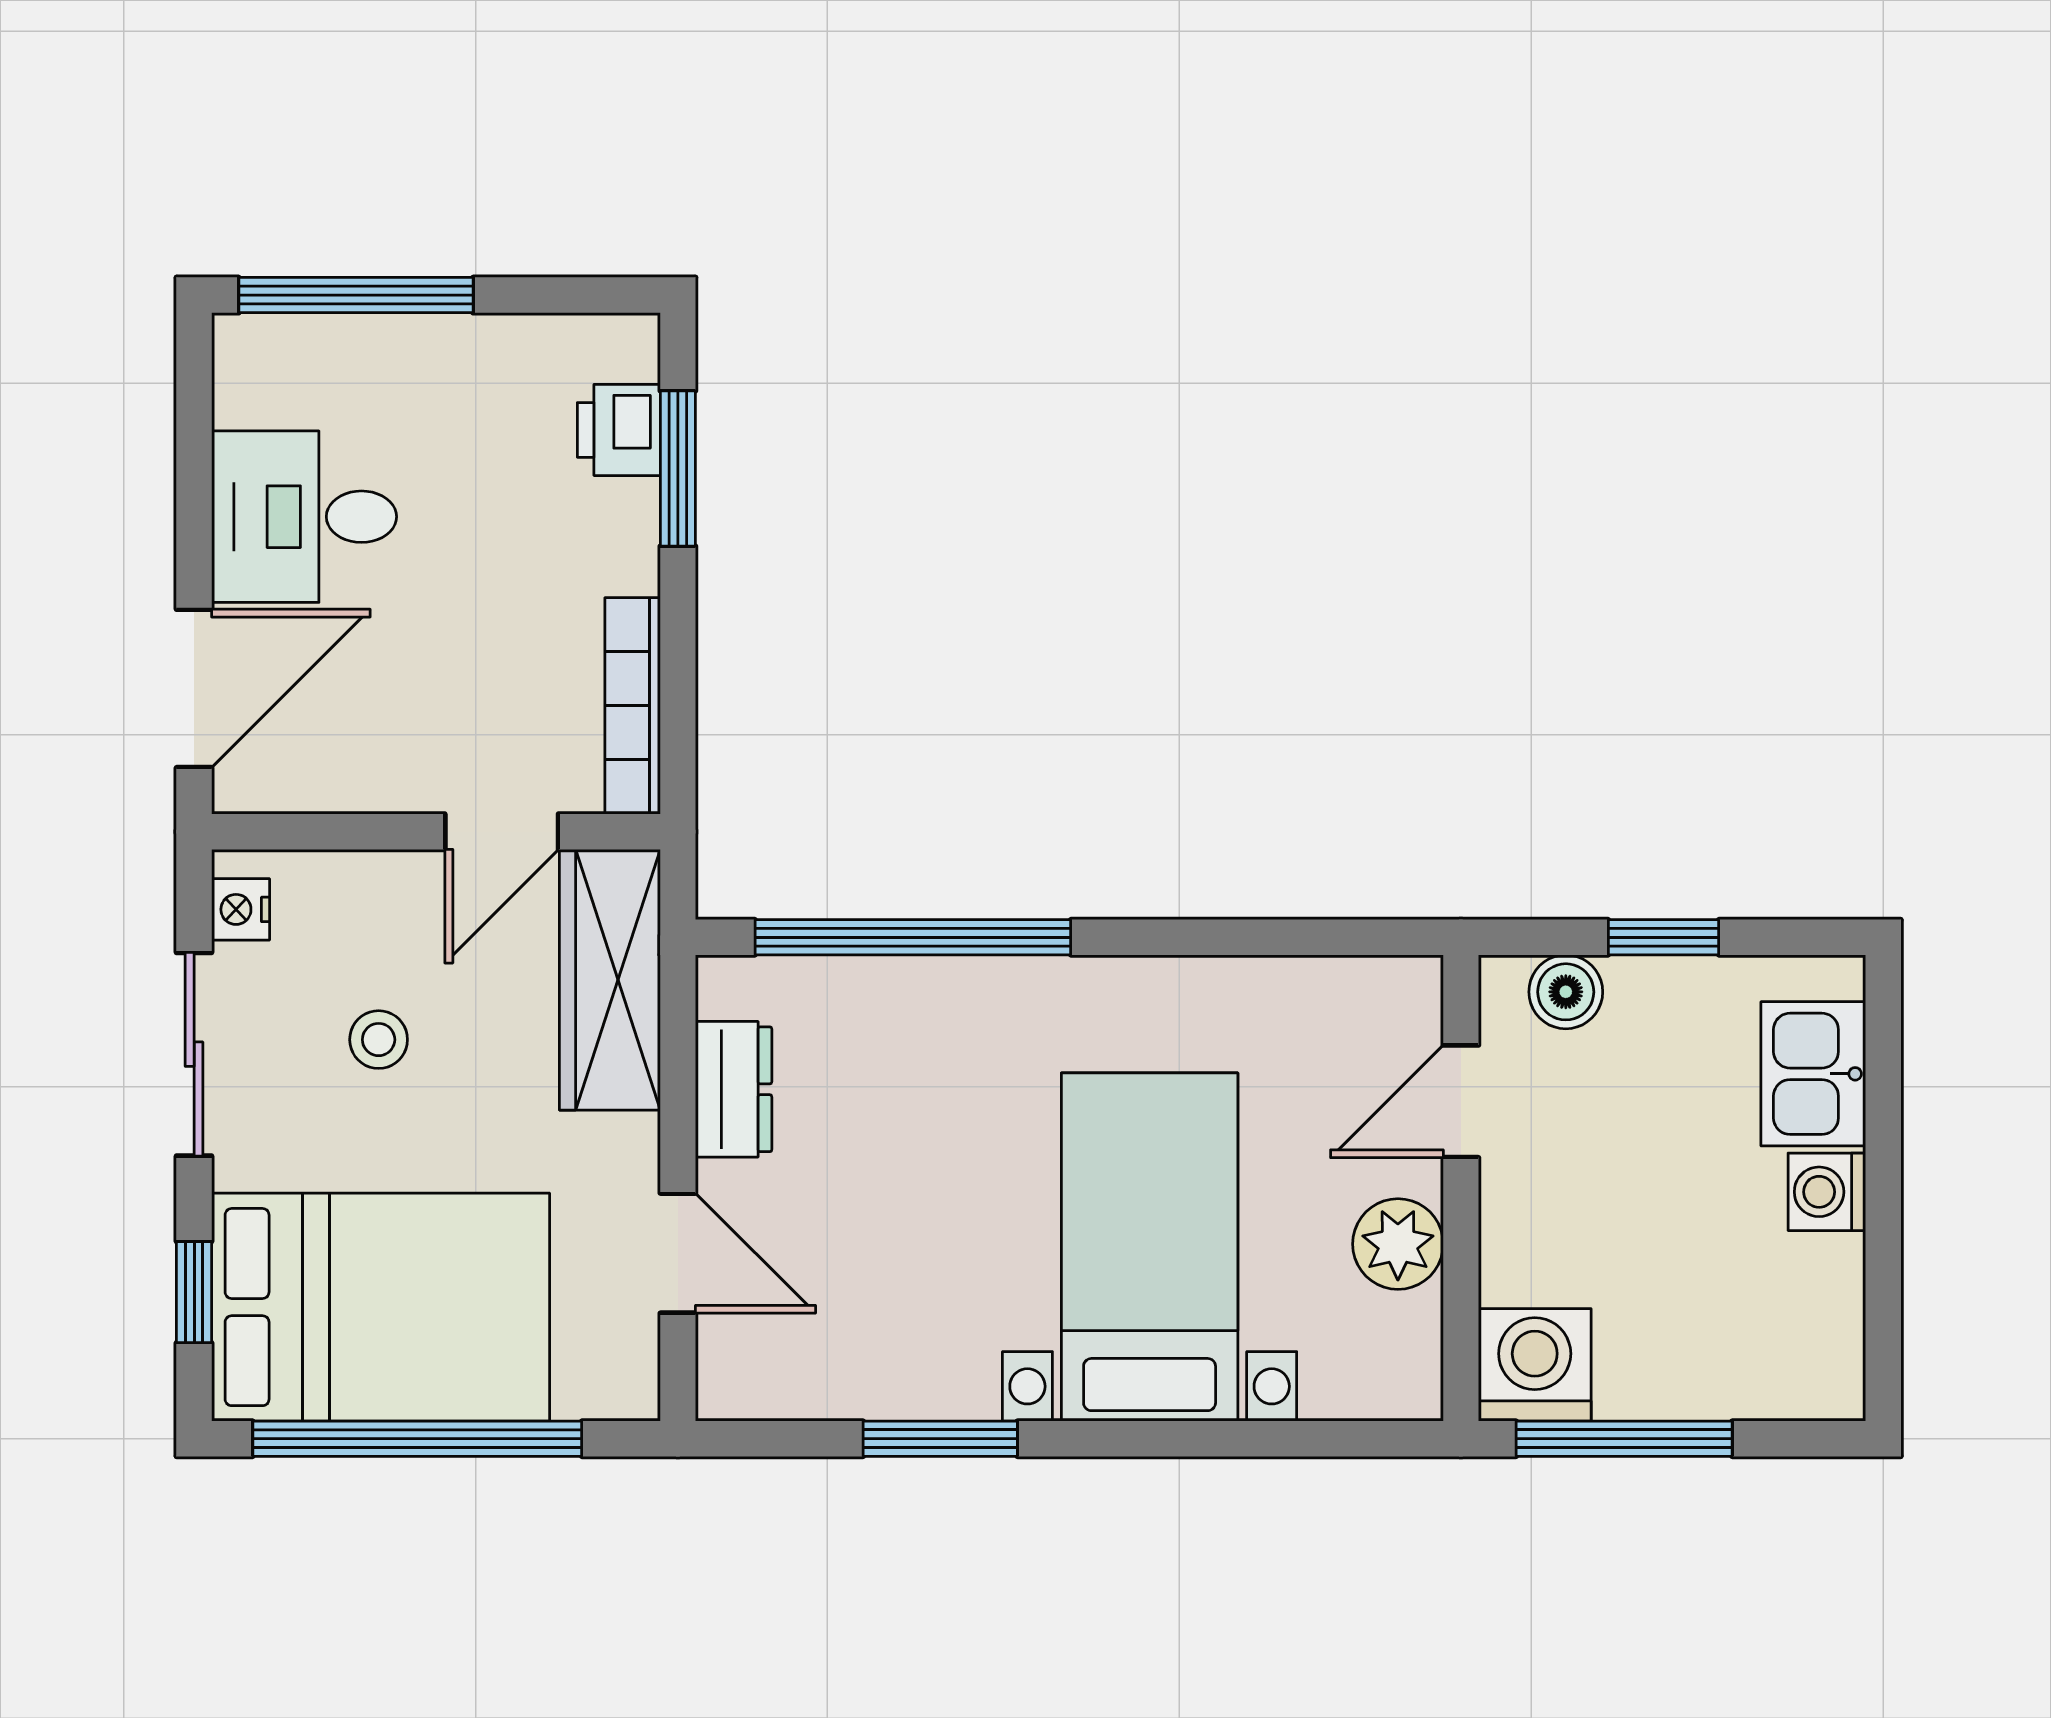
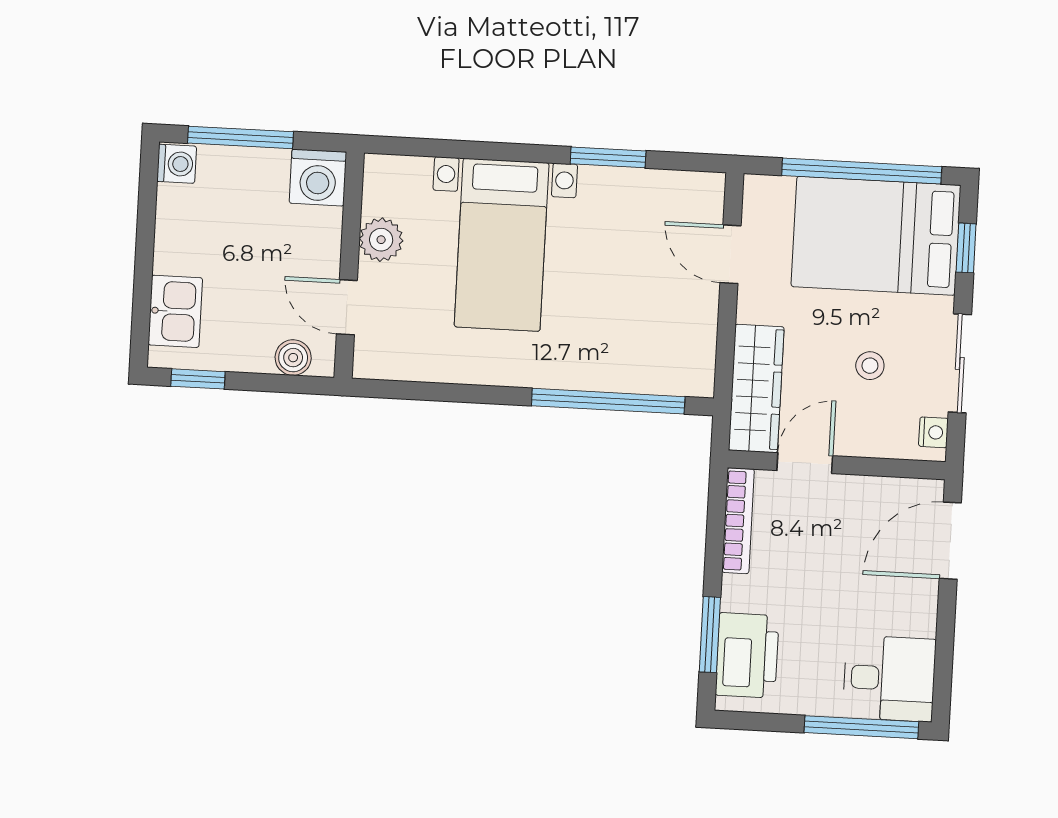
printer: (619, 430) -> (747, 655), width x1.87, depth x1.48
desk: (304, 517) -> (889, 678), moved
window: (1663, 937) -> (198, 379), moved
dresser: (734, 1089) -> (699, 332), removed
door: (1461, 1101) -> (347, 307), swing flipped
washing machine: (1827, 1192) -> (177, 164), moved
window: (1624, 1439) -> (241, 137), moved

